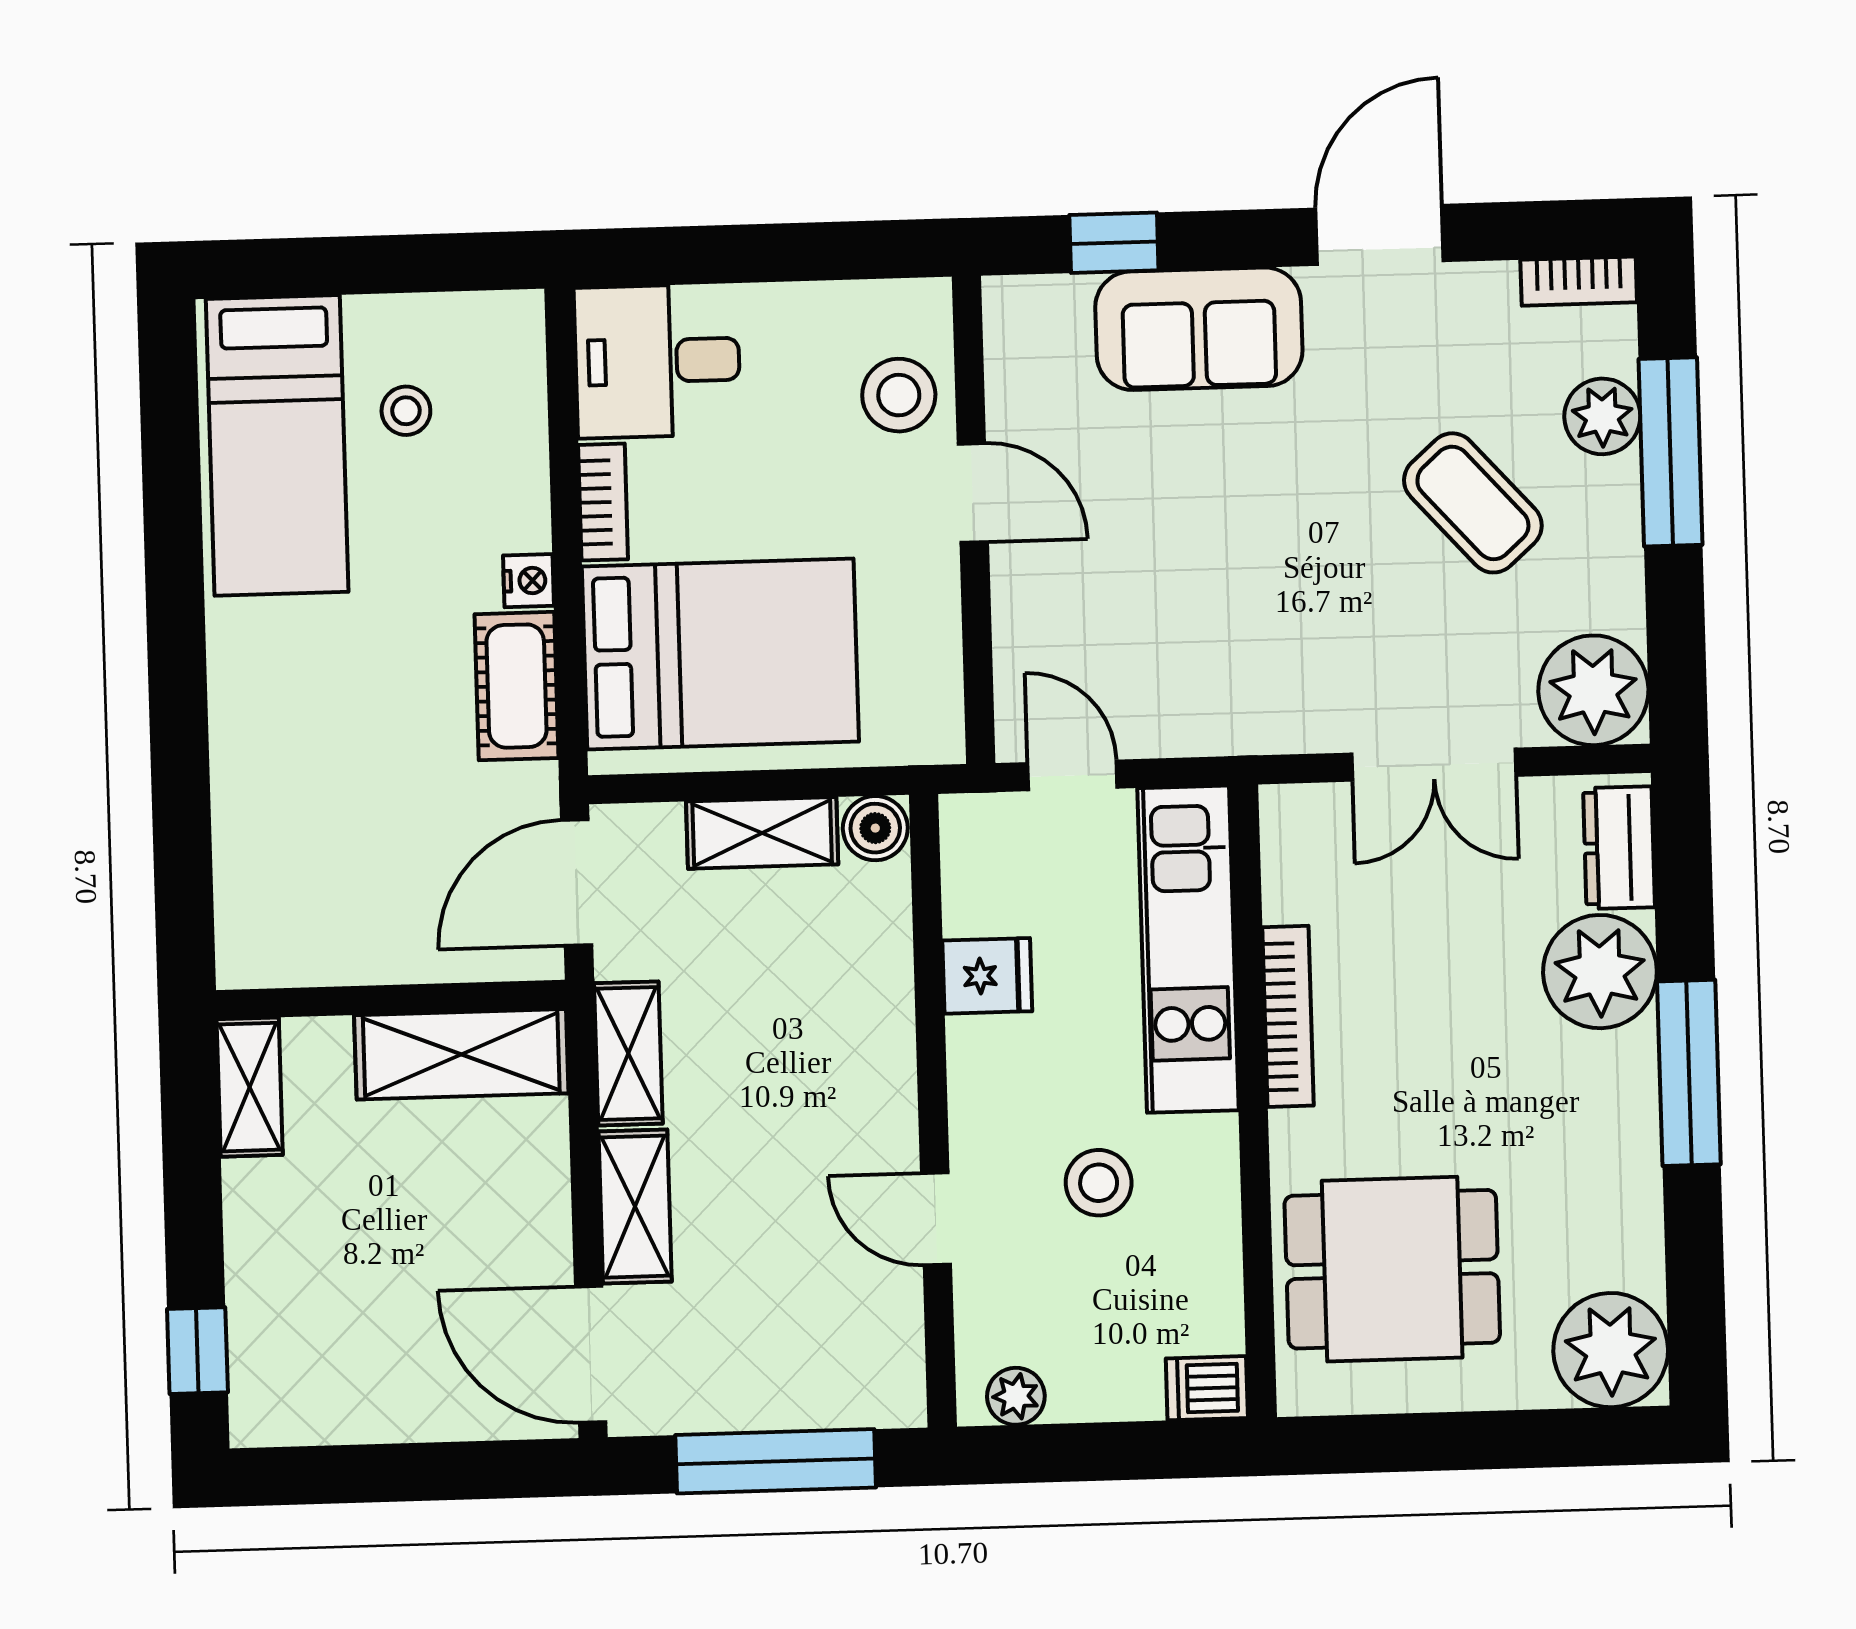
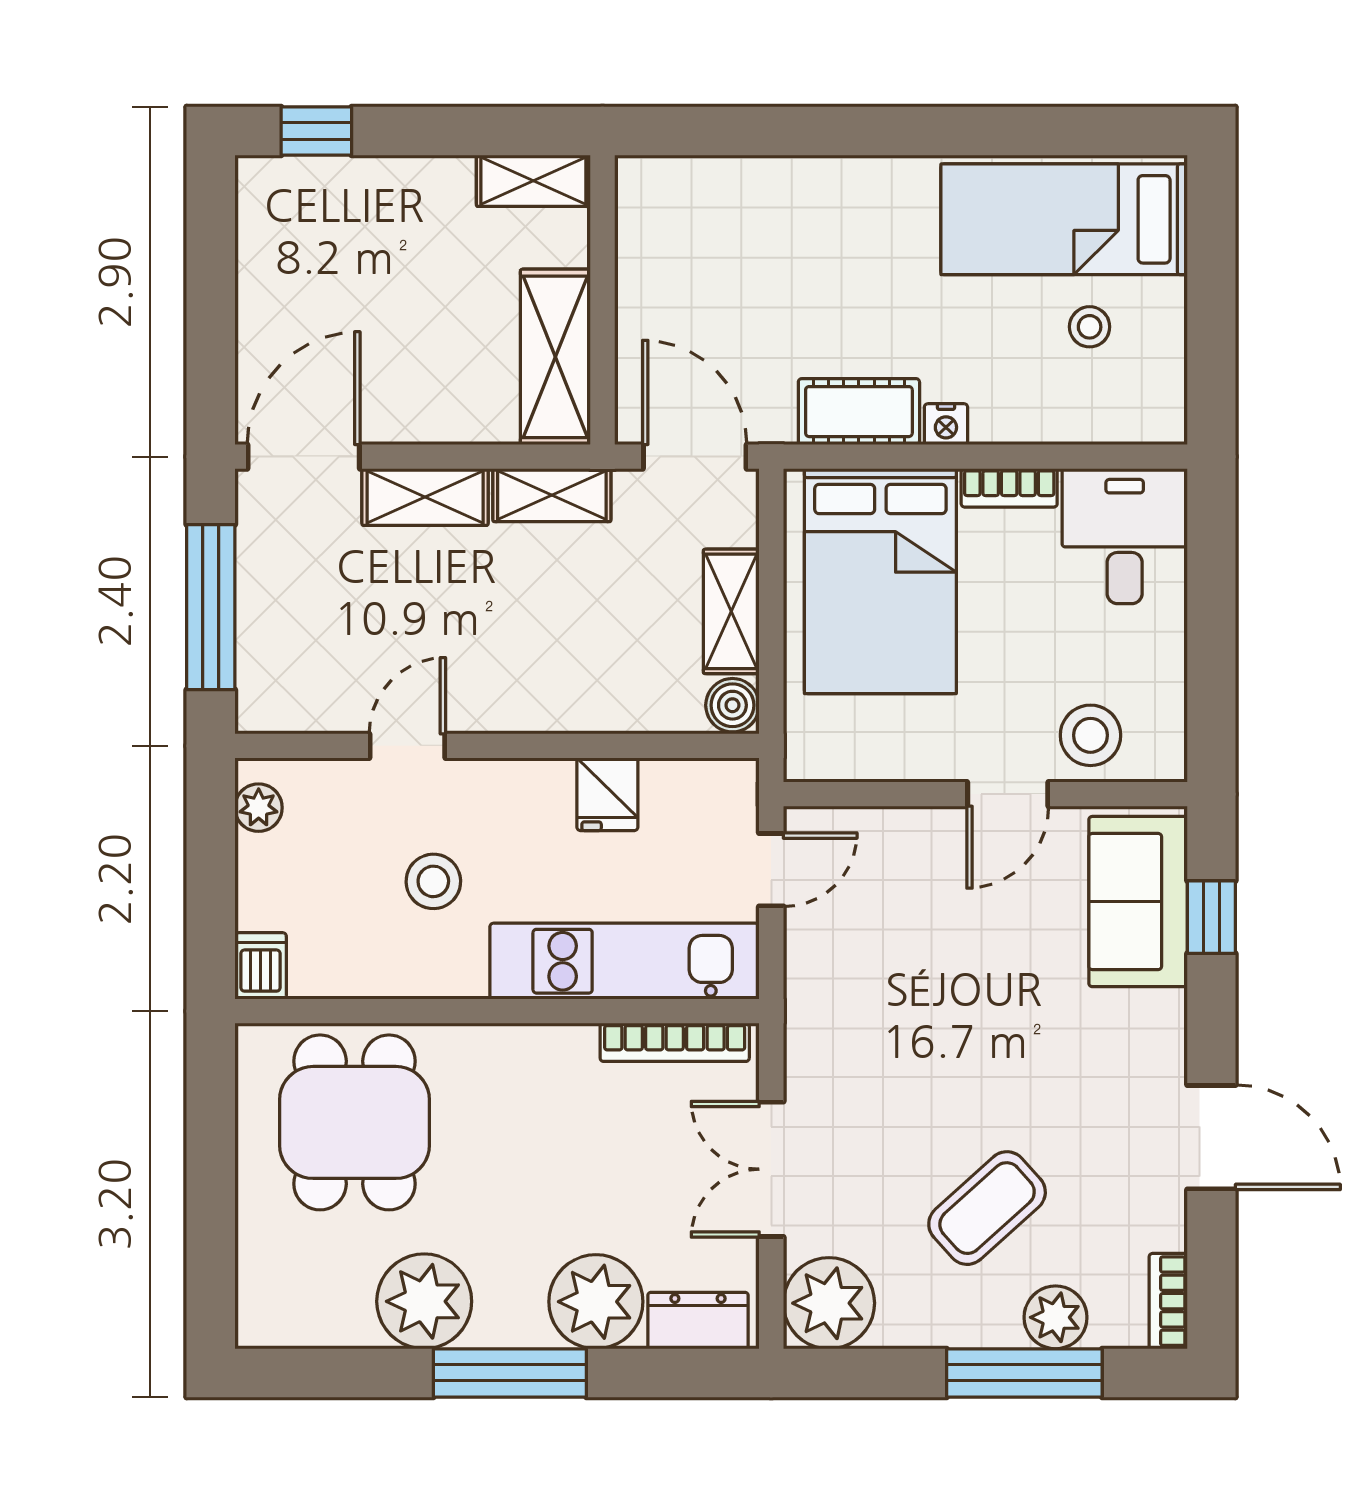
sofa: (1199, 329) -> (1138, 902), moved
bookcase: (1288, 1016) -> (675, 1042), moved
plant: (1611, 1350) -> (424, 1301), moved

